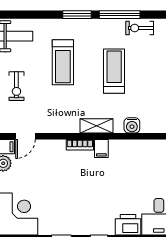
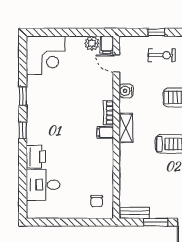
exercise bike: (16, 86) -> (162, 55), turned 180
water cooler: (132, 125) -> (126, 91), moved

